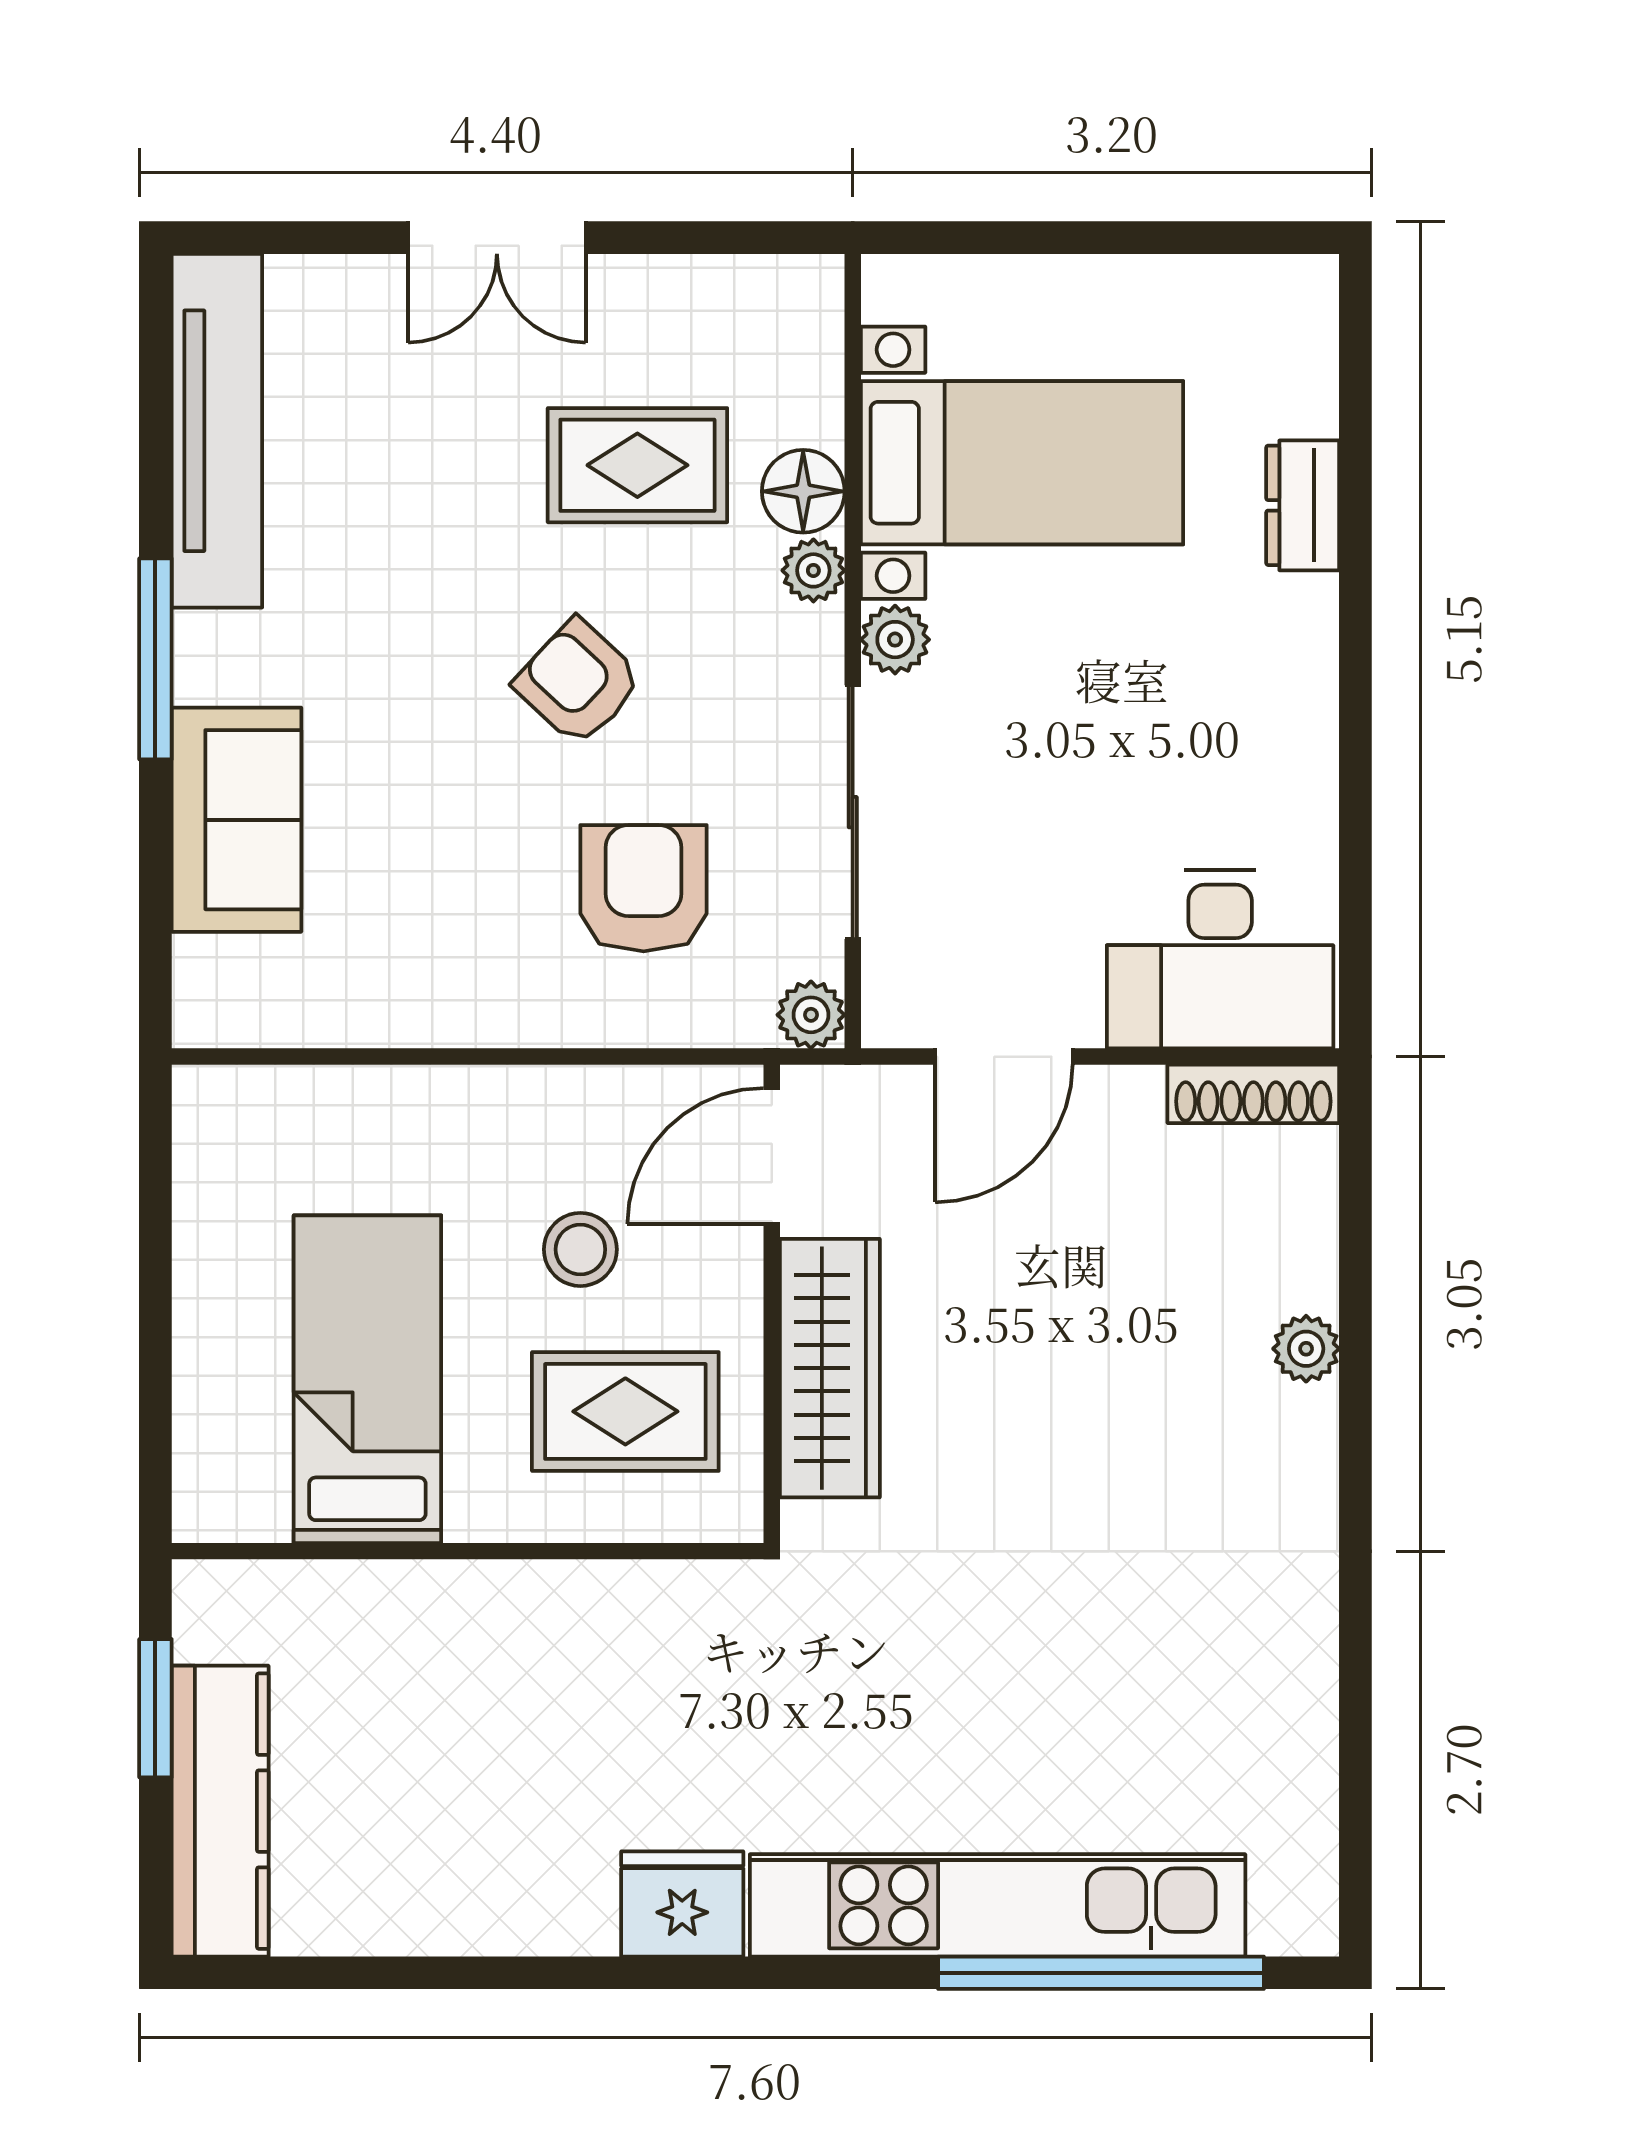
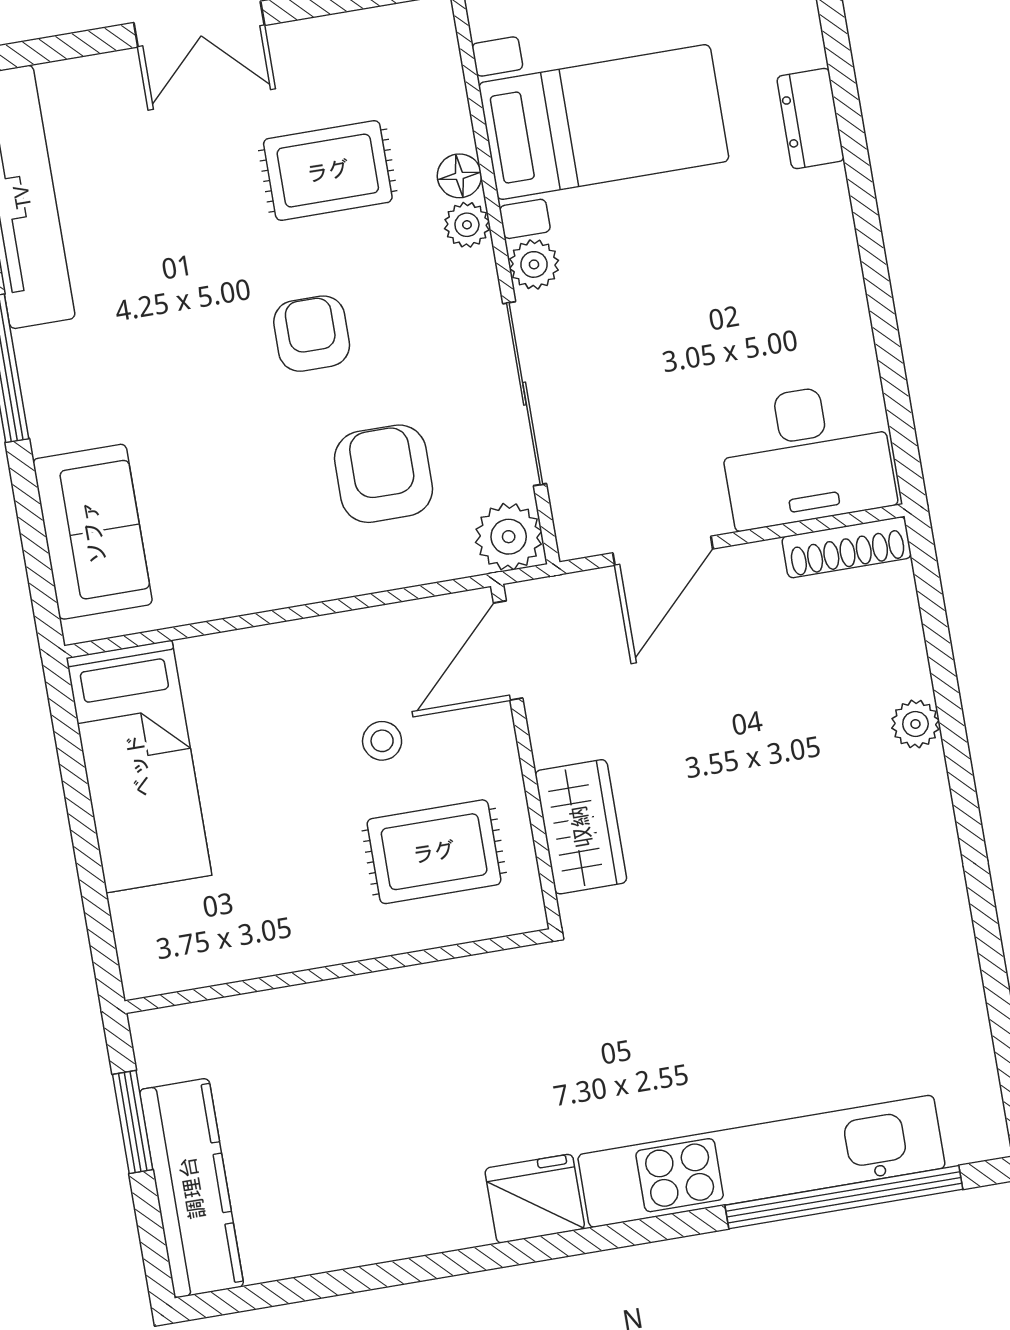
floor lamp: (803, 491) -> (459, 176), width x0.73, depth x0.73
armchair: (578, 682) -> (312, 334), turned 47
sofa: (236, 820) -> (93, 532), moved
plant: (811, 1015) -> (509, 537), width x1.38, depth x1.38
stool: (580, 1249) -> (382, 741), width x0.73, depth x0.73
wardrobe: (830, 1368) -> (581, 827), width x0.67
bed: (367, 1379) -> (139, 766), moved, turned 180

